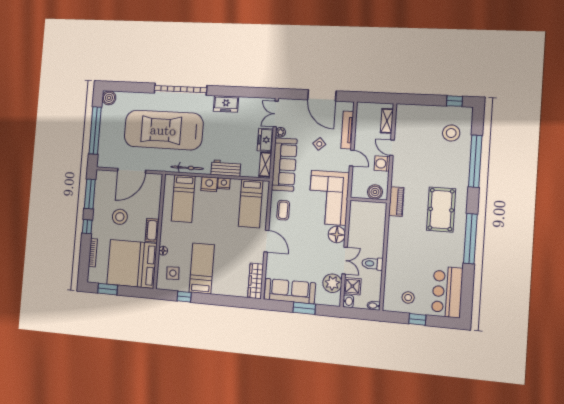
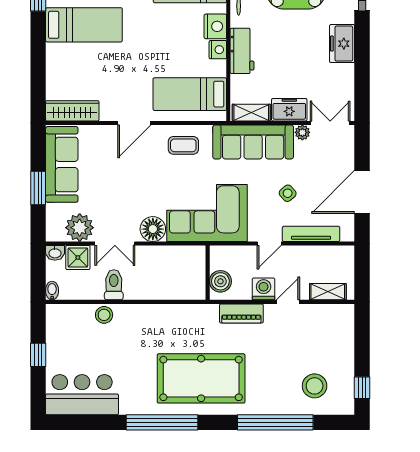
piano: (396, 202) -> (241, 313), moved
pool table: (441, 210) -> (201, 378), width x1.36, depth x1.32
stool: (408, 298) -> (104, 315), moved

